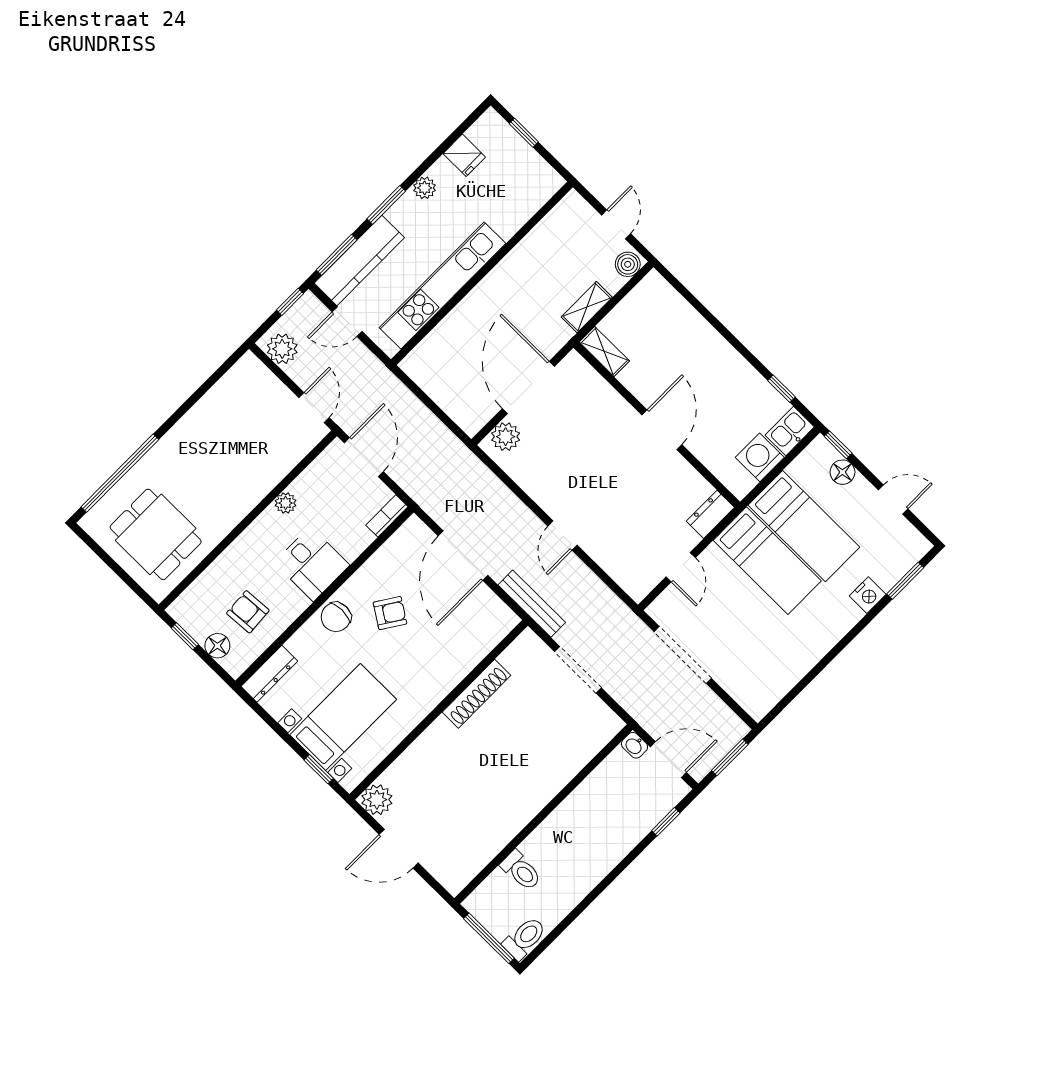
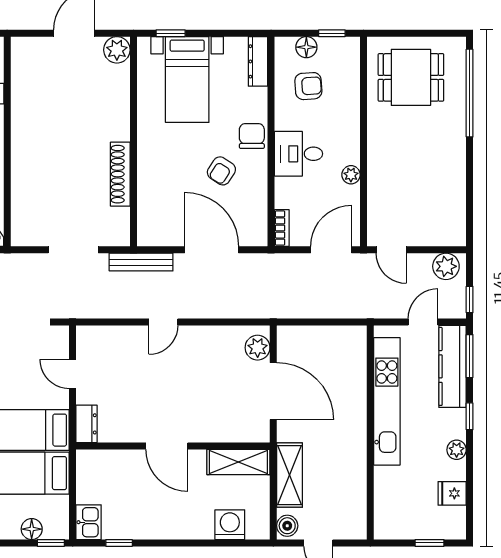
window: (386, 205) -> (470, 416), width x0.67
shelving: (587, 307) -> (290, 475), width x1.50, depth x1.33
shelving: (604, 351) -> (238, 462), width x1.50, depth x1.33
door: (364, 457) -> (331, 250), swing flipped
washing machine: (760, 457) -> (230, 525), moved, turned -90
door: (563, 536) -> (163, 322), swing flipped

